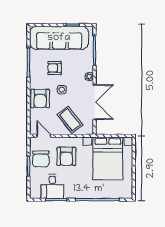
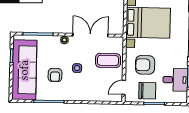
armchair: (40, 98) -> (86, 90), removed
coffee table: (70, 120) -> (108, 60), turned 38
armchair: (66, 156) -> (145, 65), turned 180

